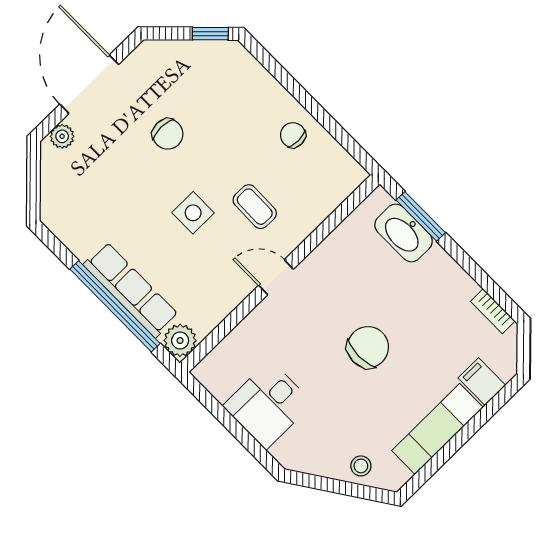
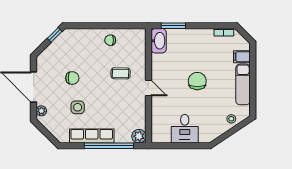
side table: (193, 213) -> (78, 107), moved
washbasin: (404, 233) -> (159, 41), moved, turned -90
door: (276, 277) -> (148, 88), swing flipped
row of seats: (131, 290) -> (92, 136), moved

